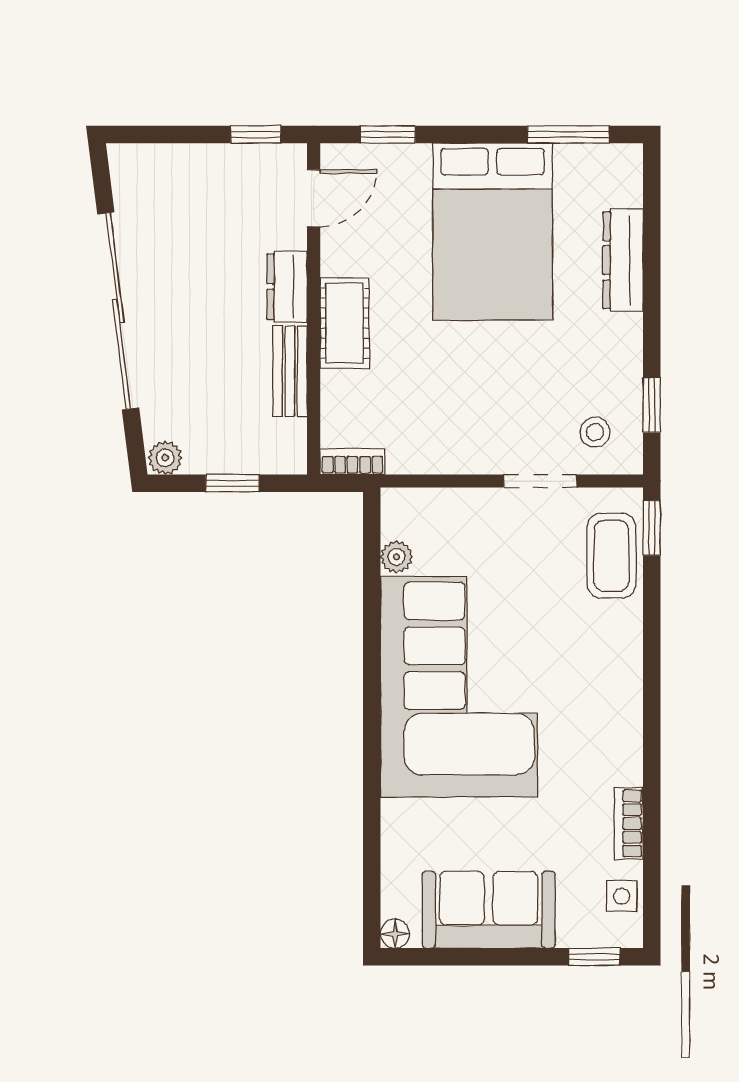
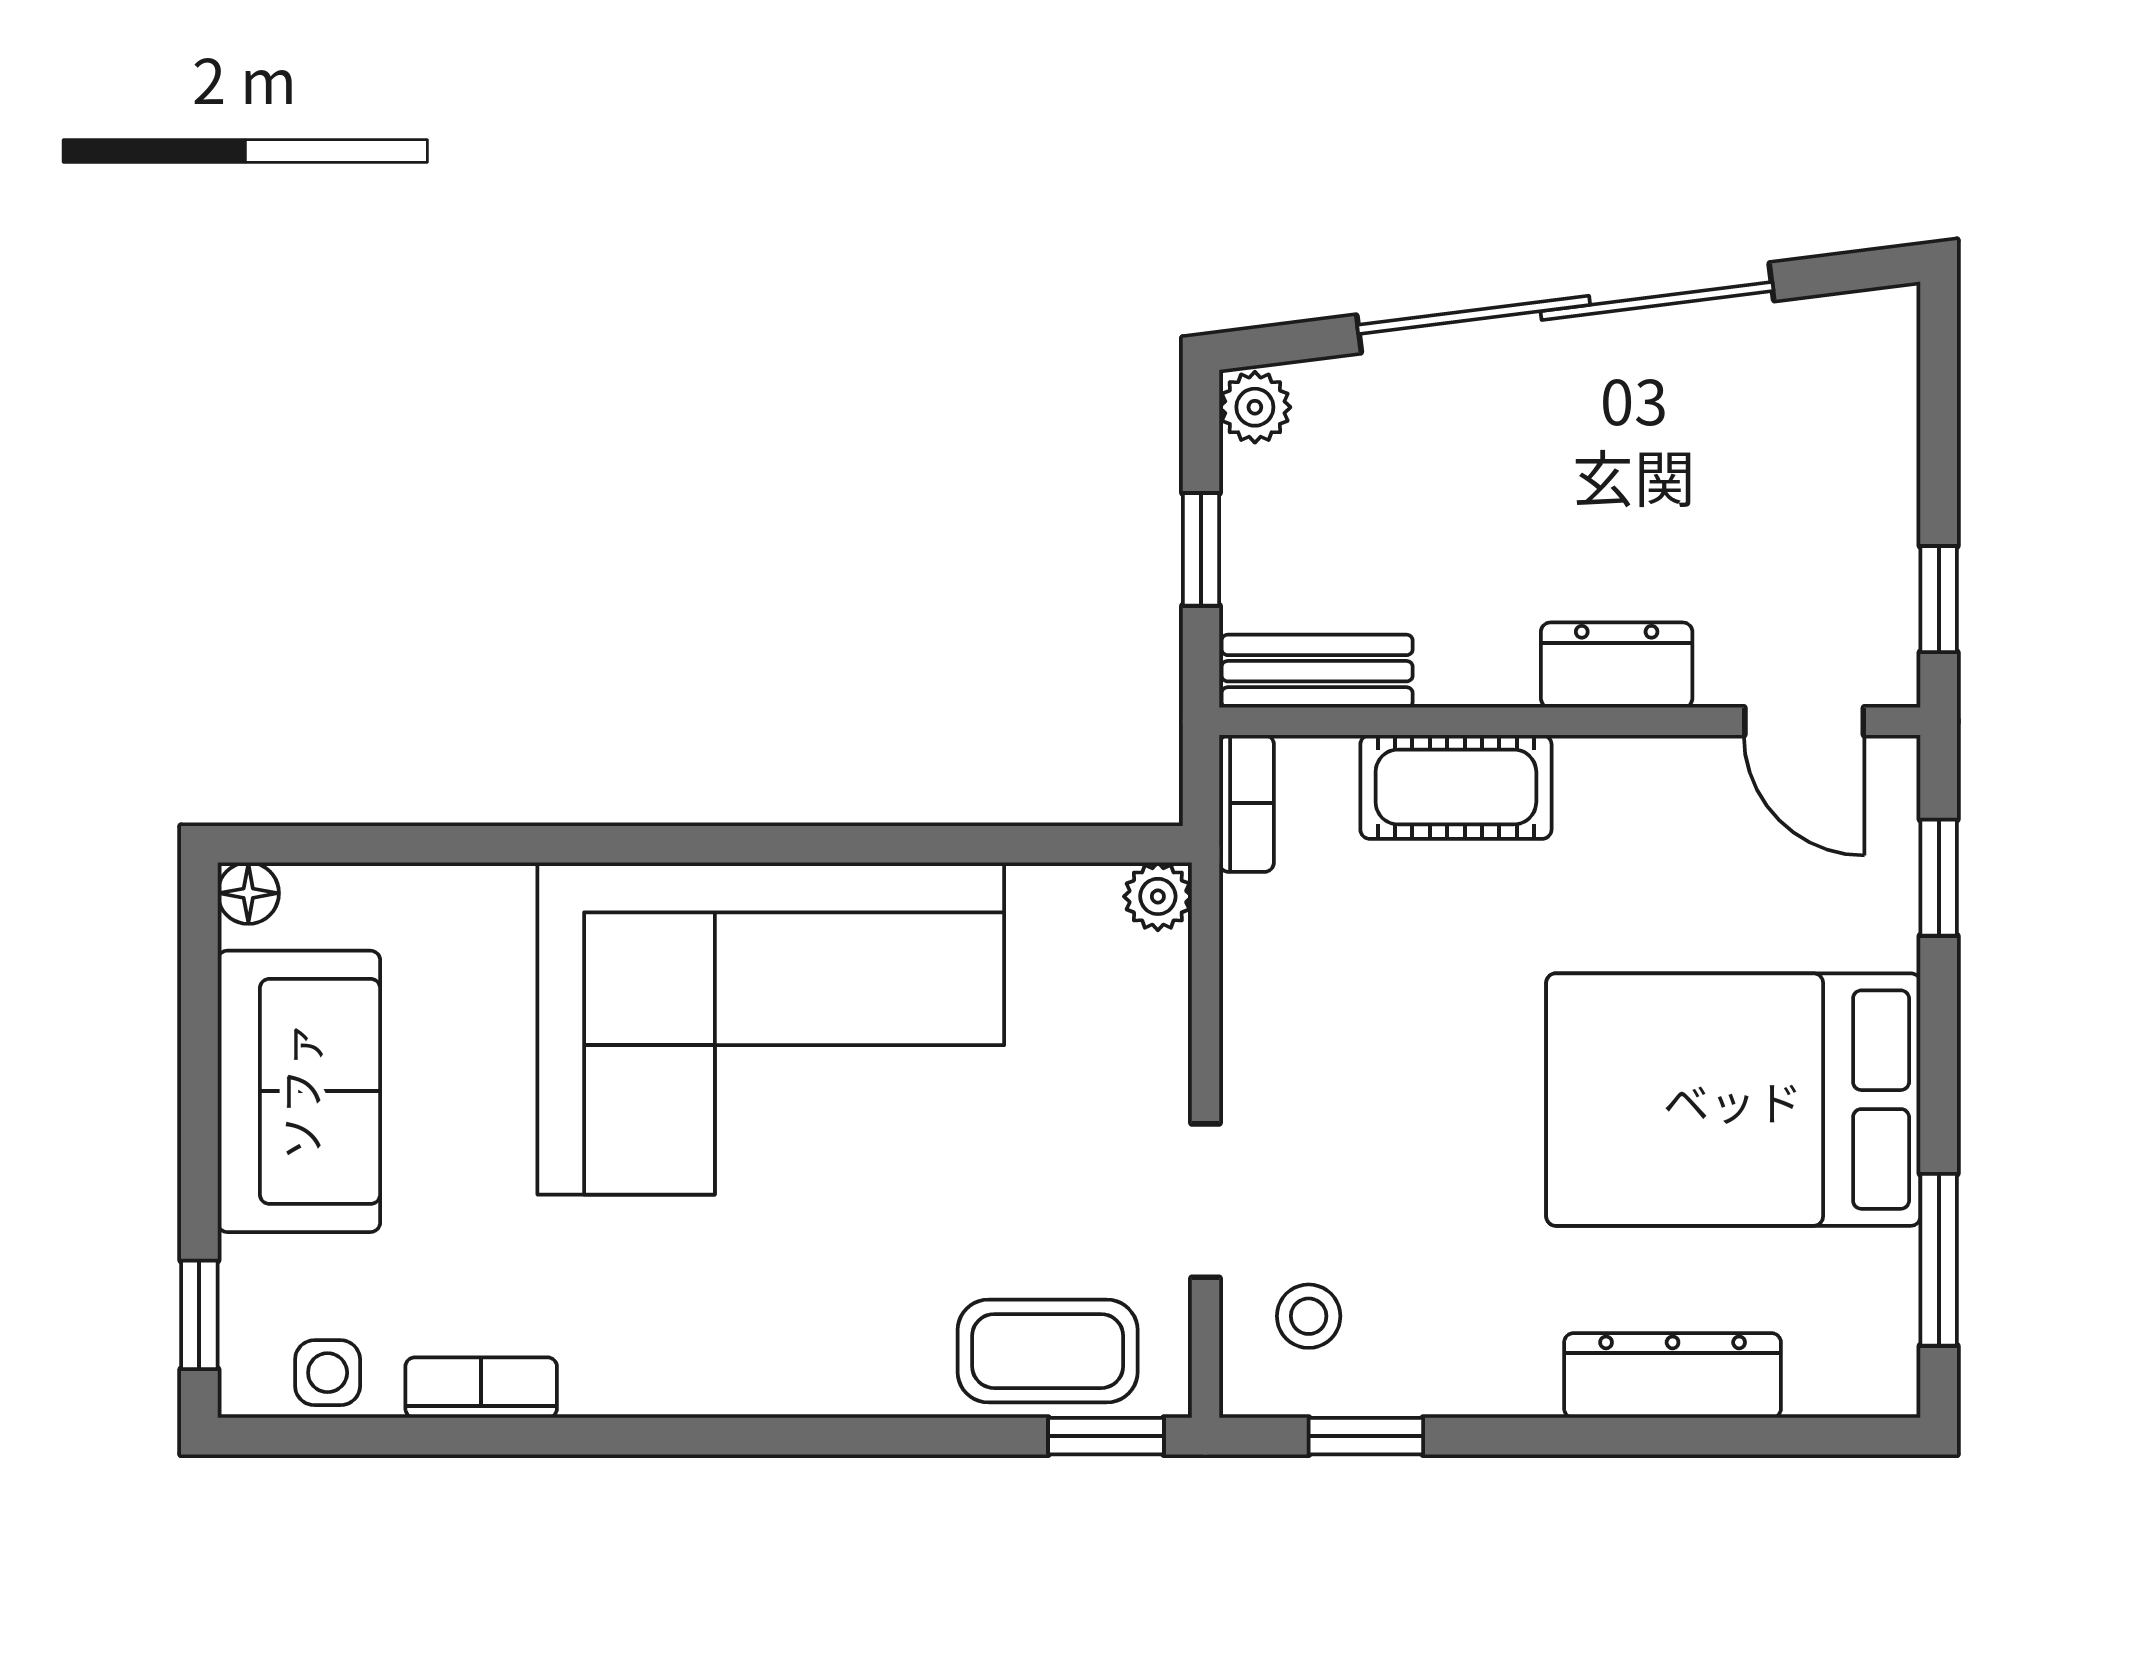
cot: (345, 323) -> (1456, 787), moved
bench: (290, 371) -> (1317, 671), moved
plant: (396, 557) -> (1158, 896), moved

